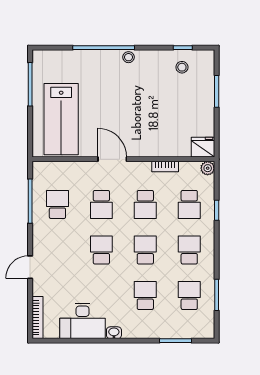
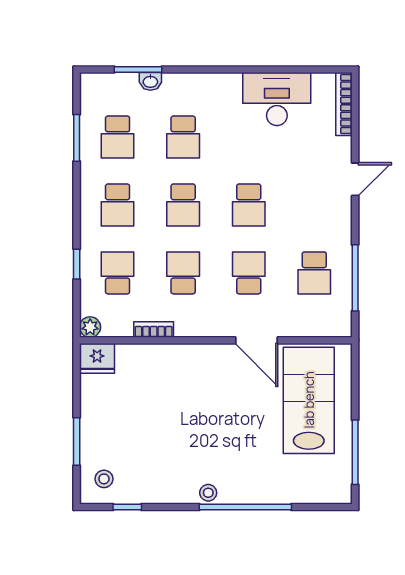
stool: (182, 67) -> (104, 479), moved
door: (112, 159) -> (256, 340), moved
washbasin: (114, 333) -> (150, 81), moved

